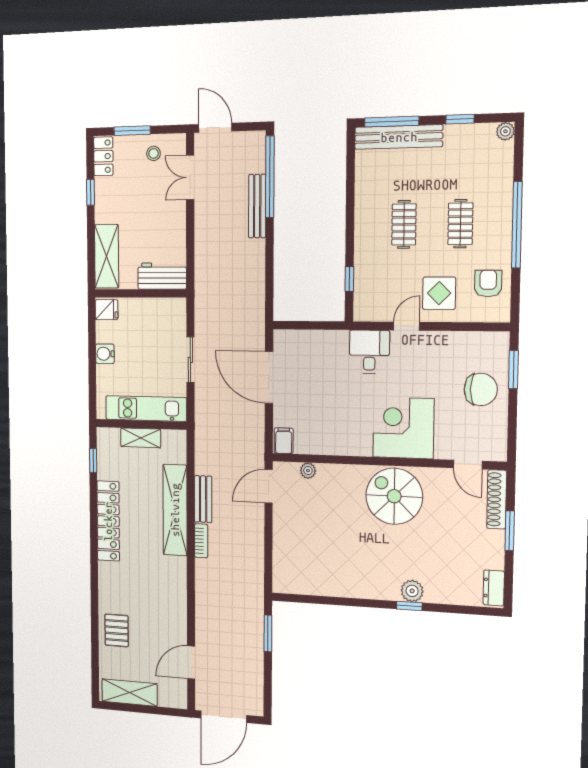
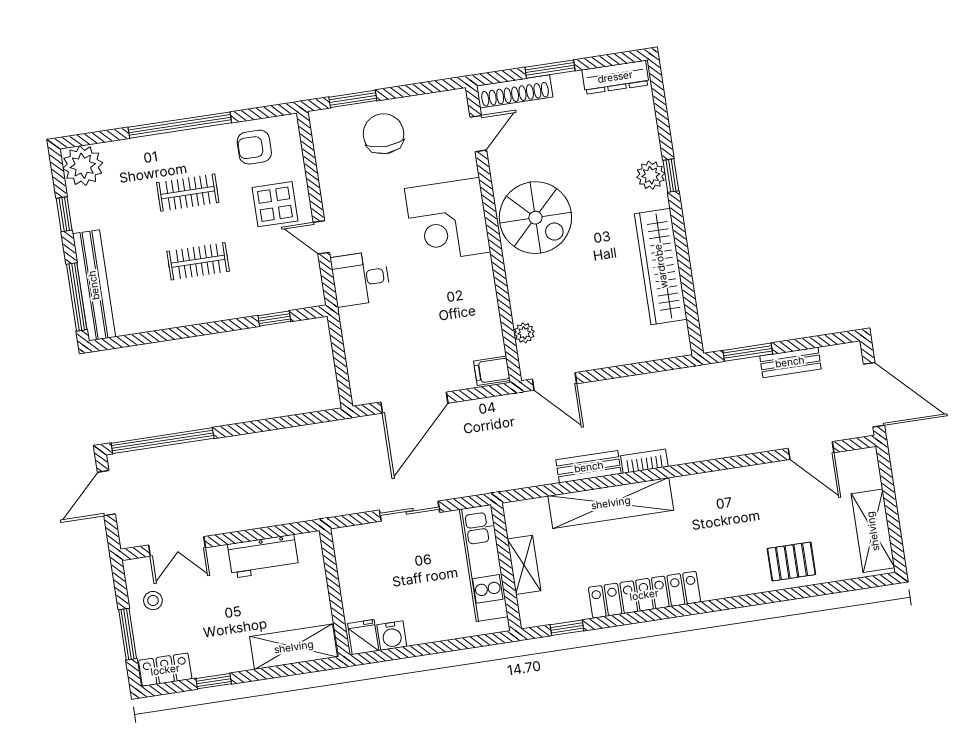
door: (215, 128) -> (106, 493), moved
plant: (505, 131) -> (83, 166), width x1.88, depth x1.88
bench: (257, 206) -> (790, 362), moved, width x0.73
workbench: (162, 276) -> (263, 556), moved, turned -90
water cooler: (105, 354) -> (392, 636), moved
spiral stairs: (394, 496) -> (535, 218), turned -90
wardrobe: (341, 583) -> (661, 266), added
dresser: (494, 588) -> (615, 77), width x1.44

